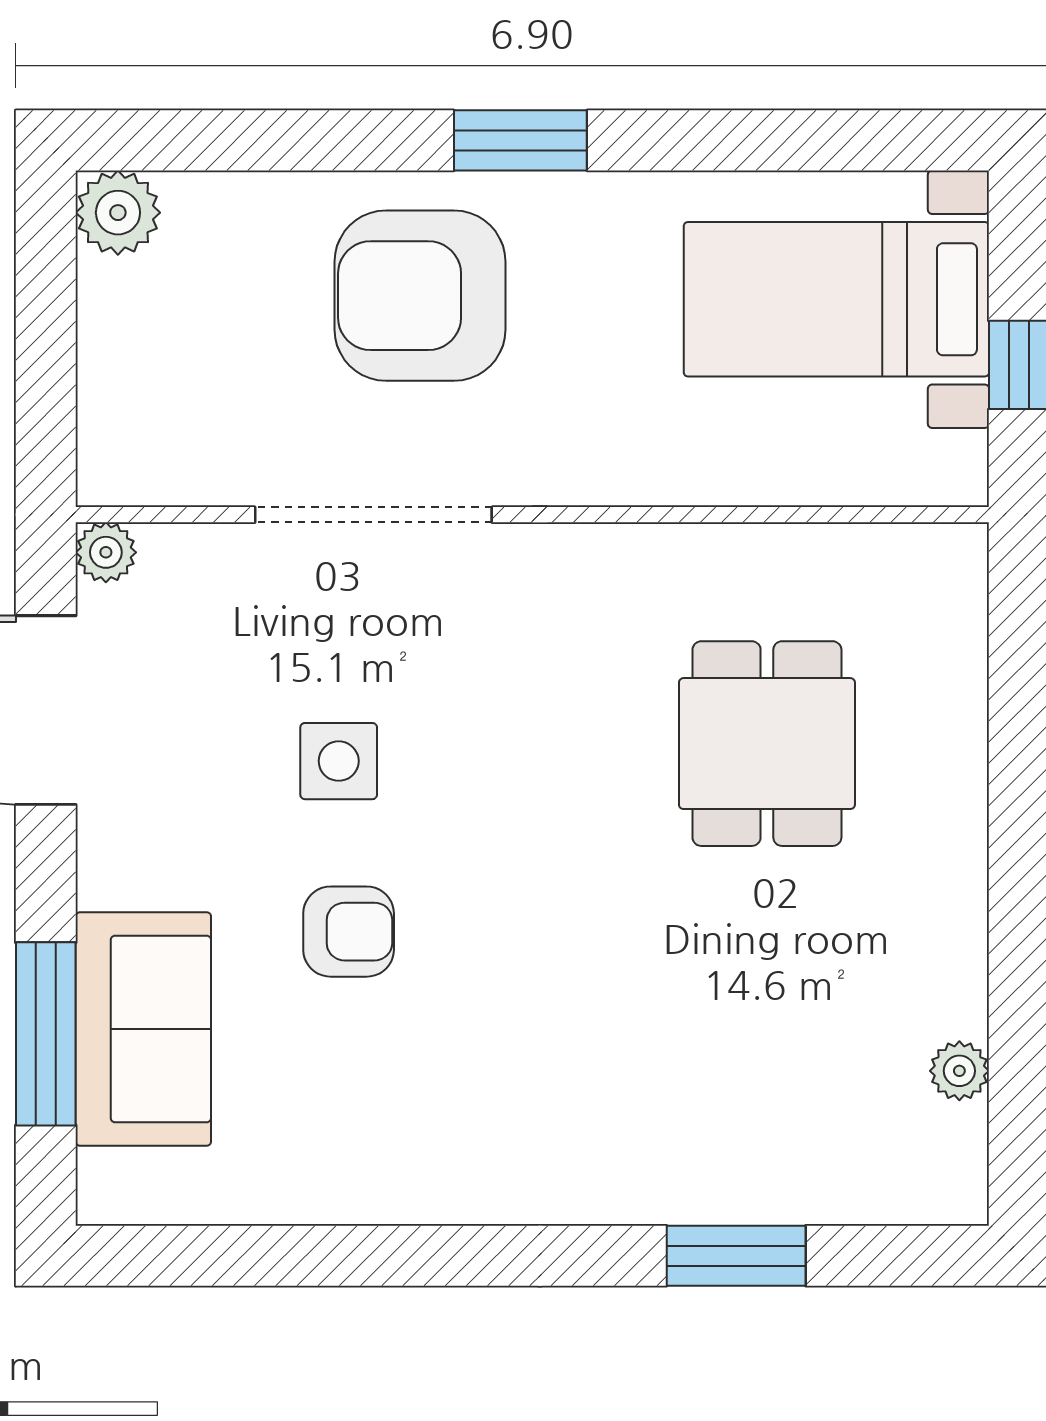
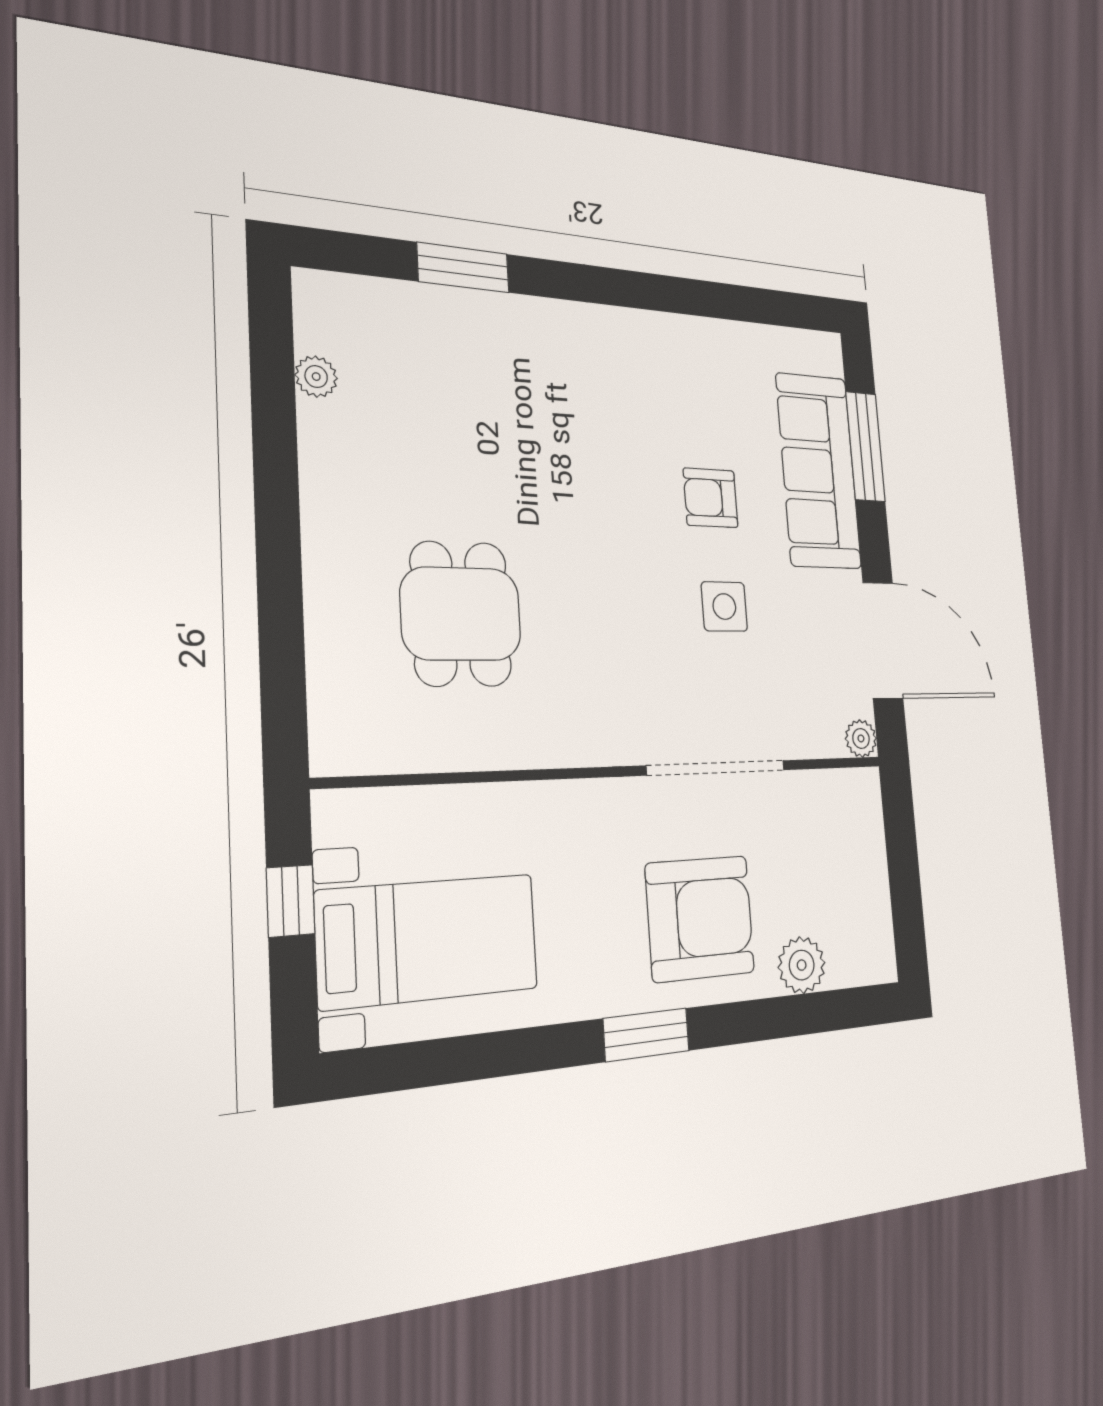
plant: (118, 213) -> (802, 965), moved
sofa: (143, 1029) -> (818, 471), width x1.36

